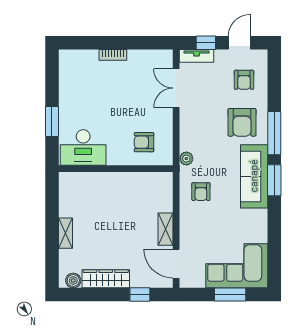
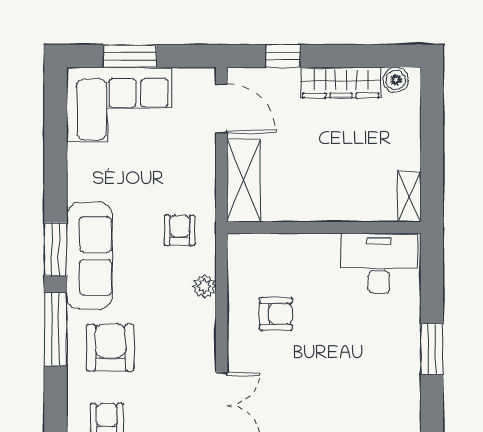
desk: (83, 147) -> (379, 263), moved
wall: (116, 169) -> (324, 228), moved
shelving: (166, 229) -> (244, 181), width x1.50, depth x1.33
shelving: (65, 233) -> (409, 196), moved

